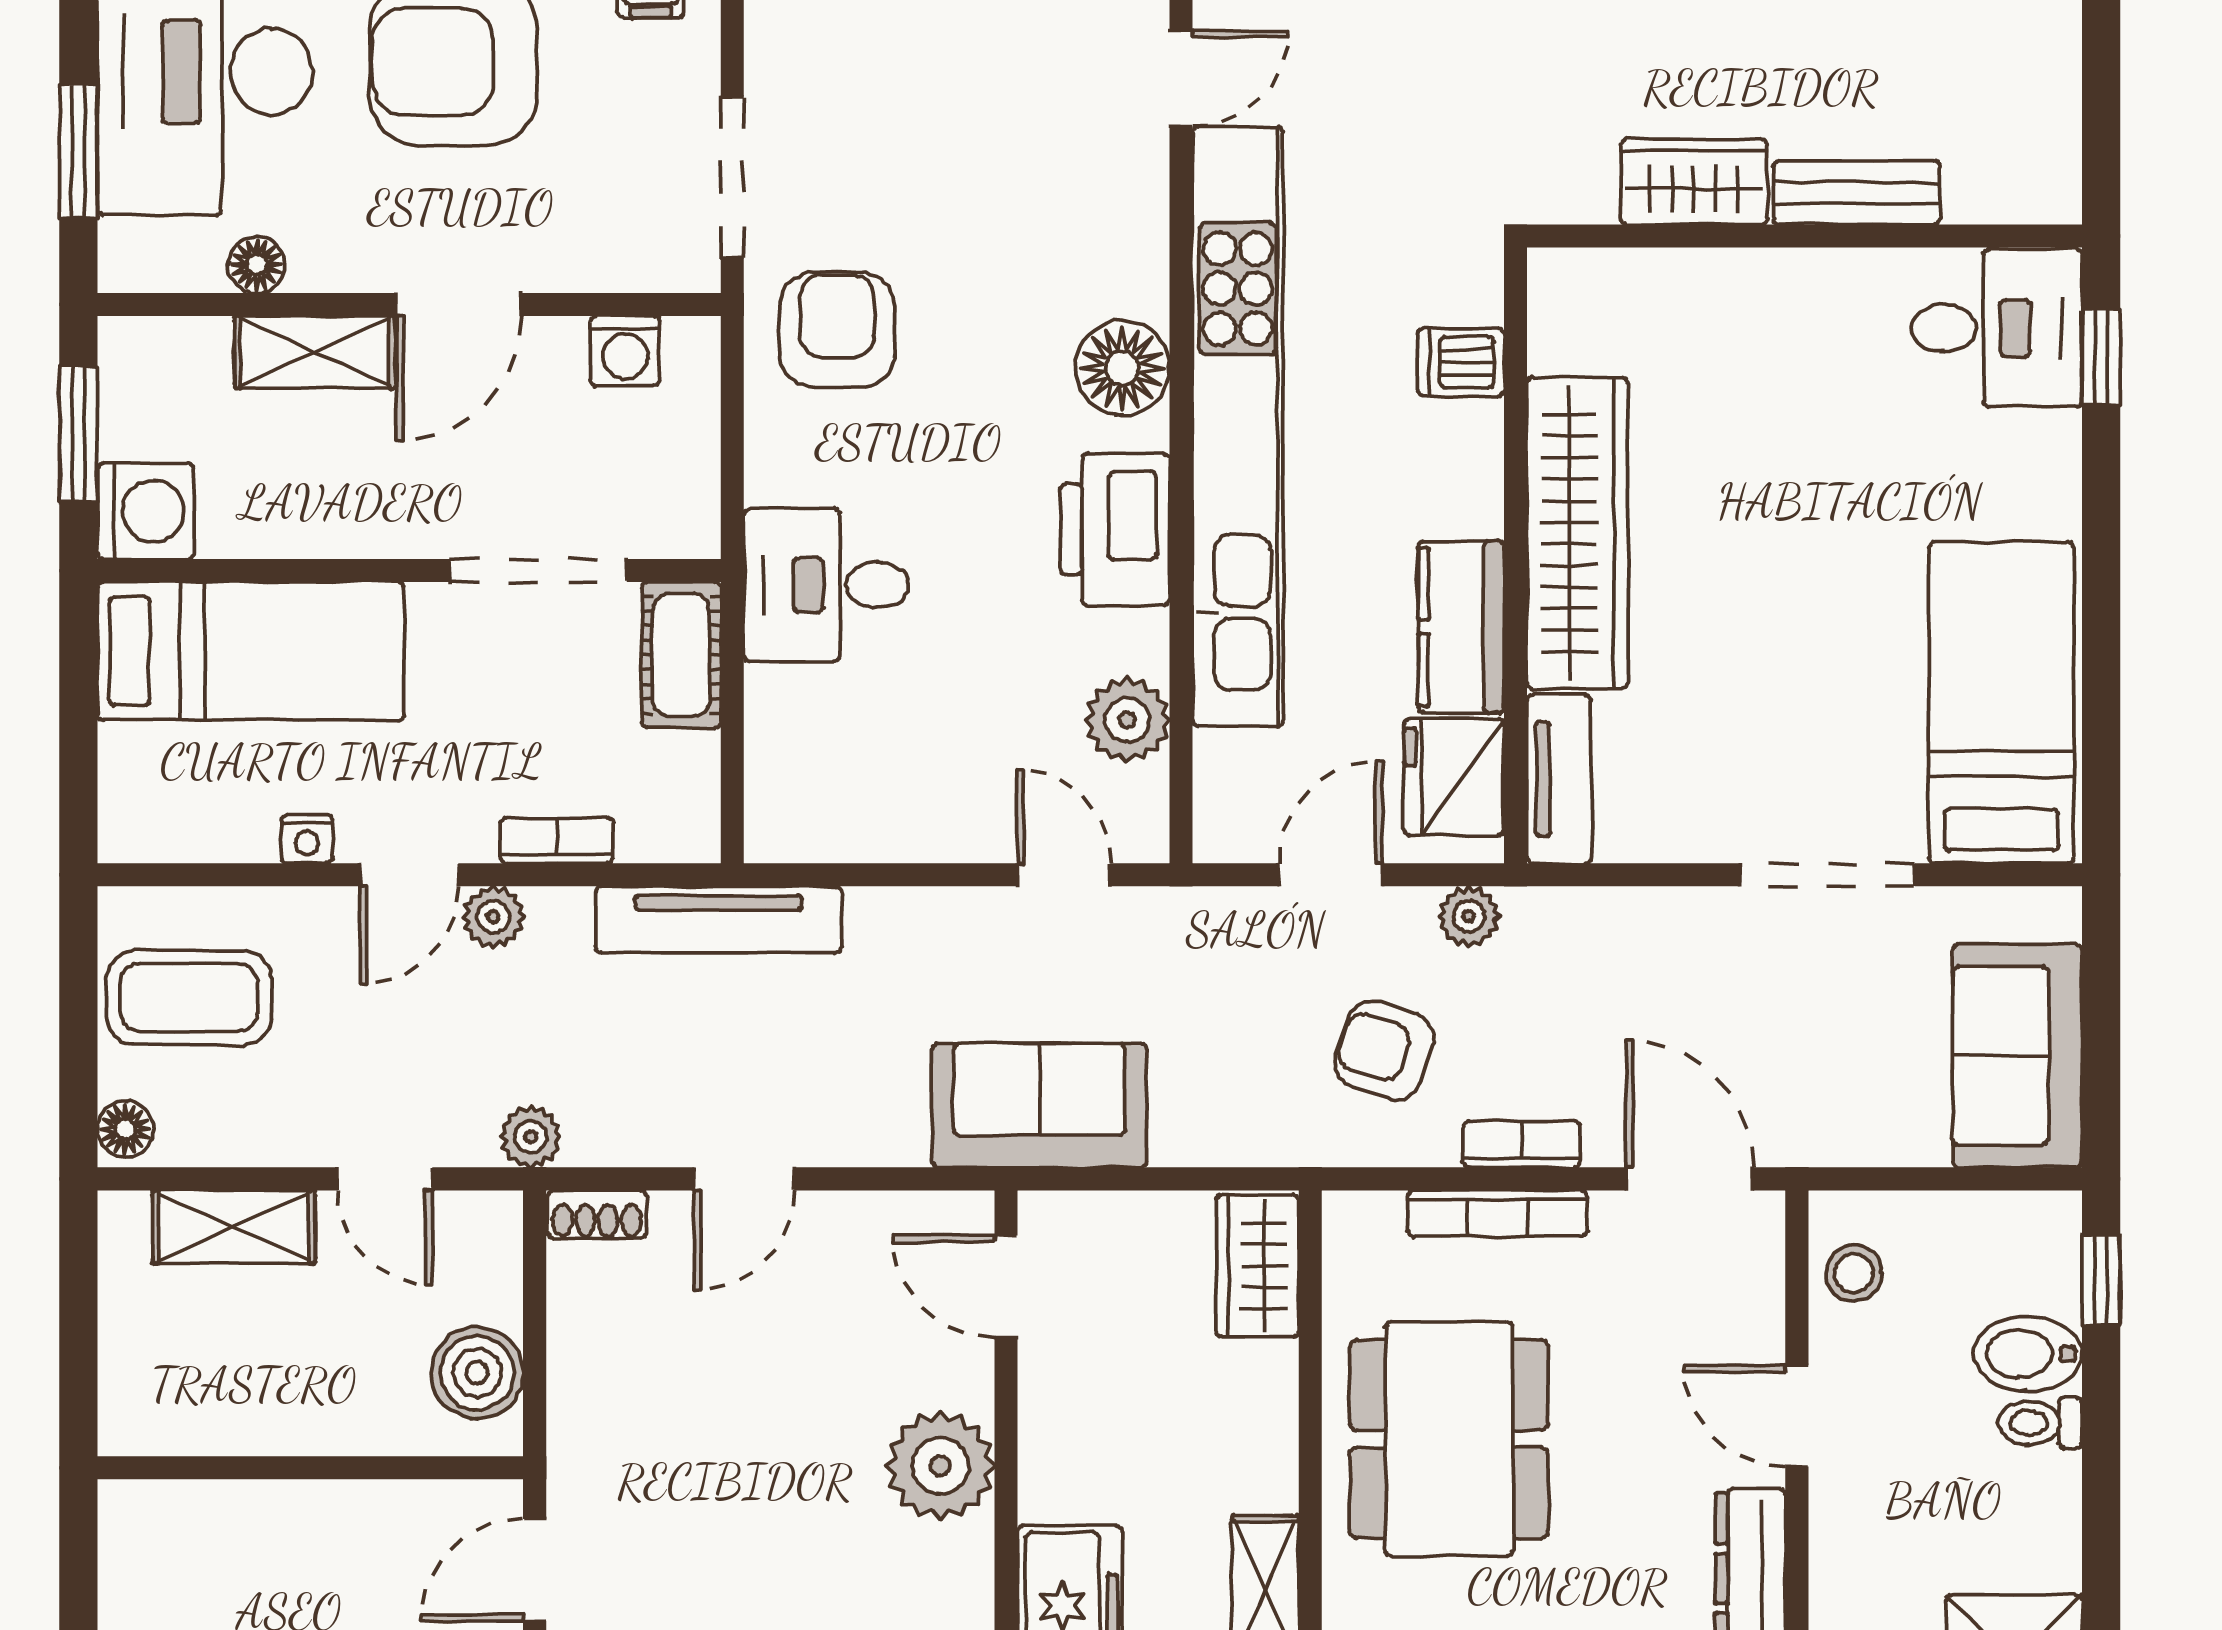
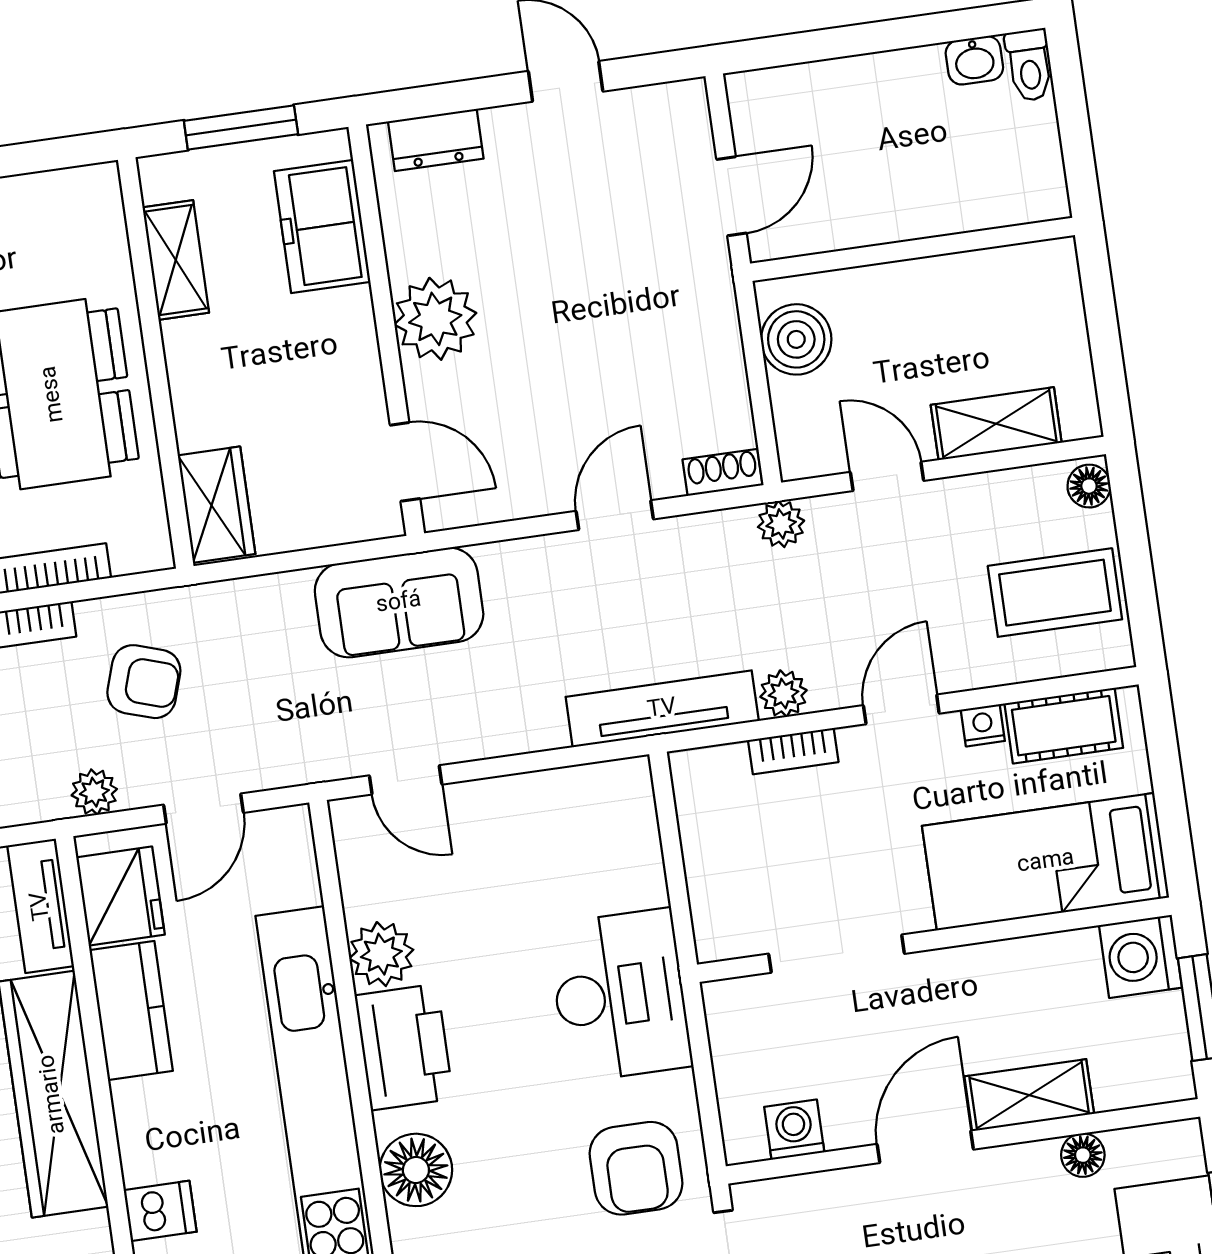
desk: (826, 585) -> (620, 995), width x1.37
cot: (681, 655) -> (1064, 726), moved, turned 90
plant: (1127, 720) -> (381, 954), moved
plant: (493, 917) -> (783, 694), moved

